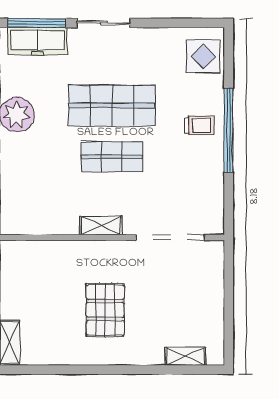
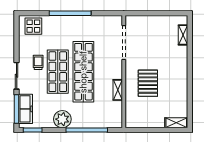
trolley: (199, 125) -> (38, 62), moved
shop shelf: (112, 157) -> (83, 72), width x2.00, depth x1.36
shelving: (101, 226) -> (118, 90), moved
pallet: (105, 310) -> (148, 83), moved, turned 90

